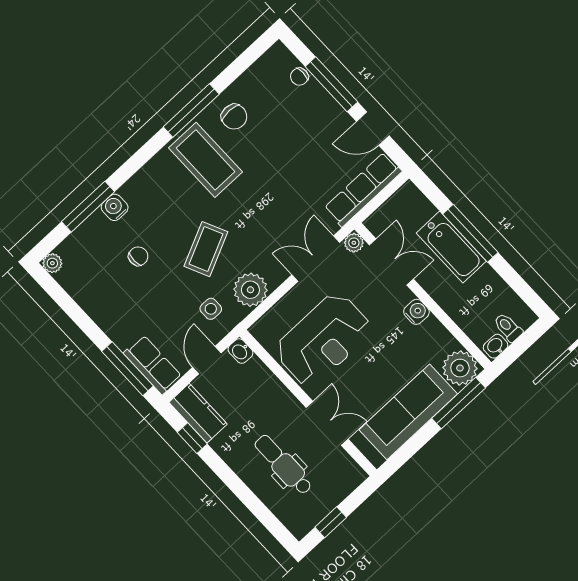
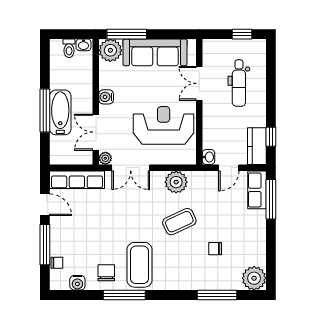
water cooler: (115, 207) -> (77, 283), moved
plant: (52, 263) -> (254, 278), width x1.88, depth x1.88
side table: (211, 309) -> (204, 191), removed

